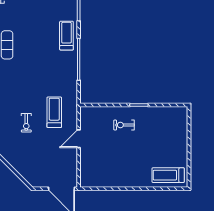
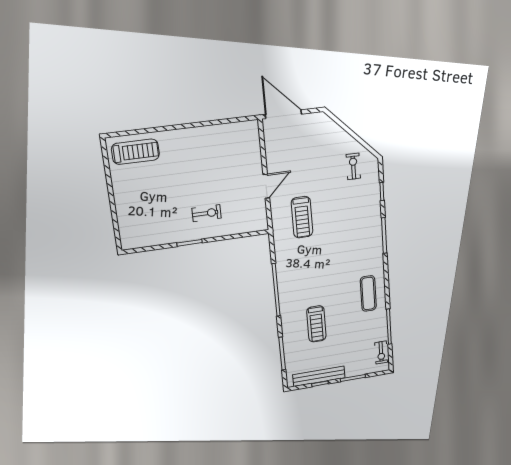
treadmill: (66, 36) -> (316, 324), moved
exercise bike: (26, 123) -> (353, 166), moved

